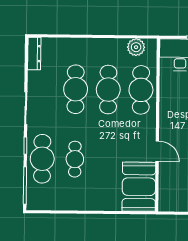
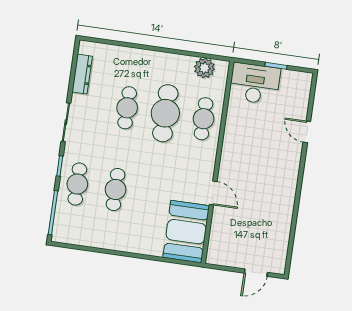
dresser: (34, 54) -> (82, 74), moved
cafe table: (76, 89) -> (127, 108), width x0.73, depth x0.74
cafe table: (141, 90) -> (204, 119), width x0.73, depth x0.74
cafe table: (42, 159) -> (77, 184), width x0.73, depth x0.74

